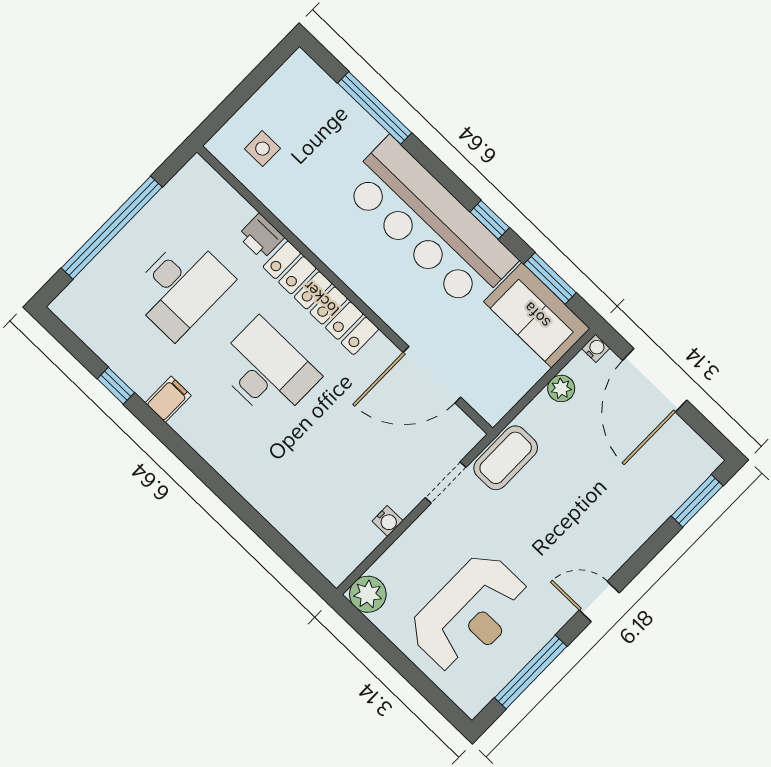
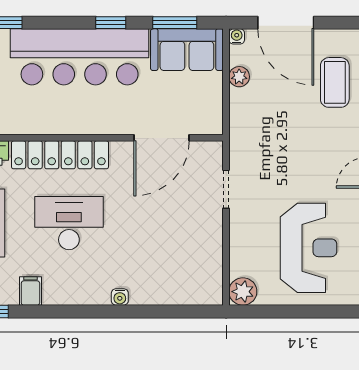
coffee table: (506, 458) -> (335, 82), moved
water cooler: (387, 521) -> (120, 297), moved, turned 90

